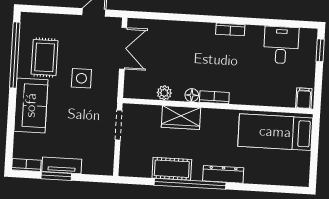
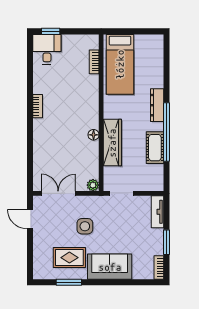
desk: (281, 45) -> (47, 49), moved, turned 90
window: (15, 55) -> (69, 282), width x0.47
plant: (164, 93) -> (93, 185), moved
bookcase: (214, 97) -> (94, 62), moved
filing cabinet: (304, 98) -> (91, 42), removed
wardrobe: (181, 118) -> (112, 143), width x1.50
tv unit: (62, 165) -> (157, 212), moved

